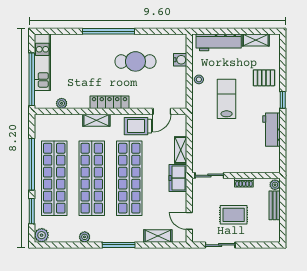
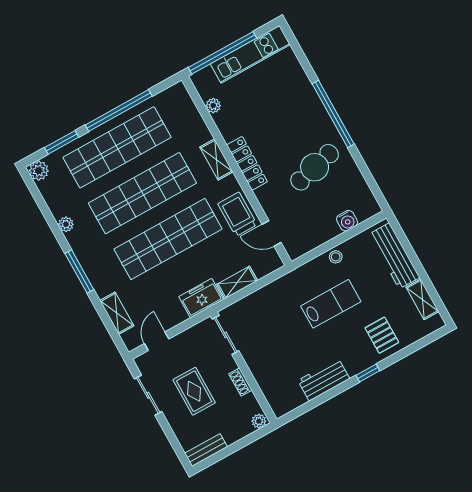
cafe table: (135, 61) -> (315, 167), turned 76
bench: (275, 205) -> (206, 450), moved

